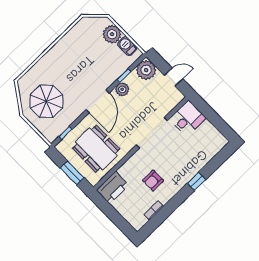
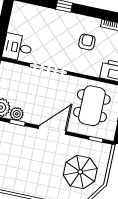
plant: (122, 89) -> (17, 114), moved
armchair: (153, 180) -> (87, 42), turned -90

